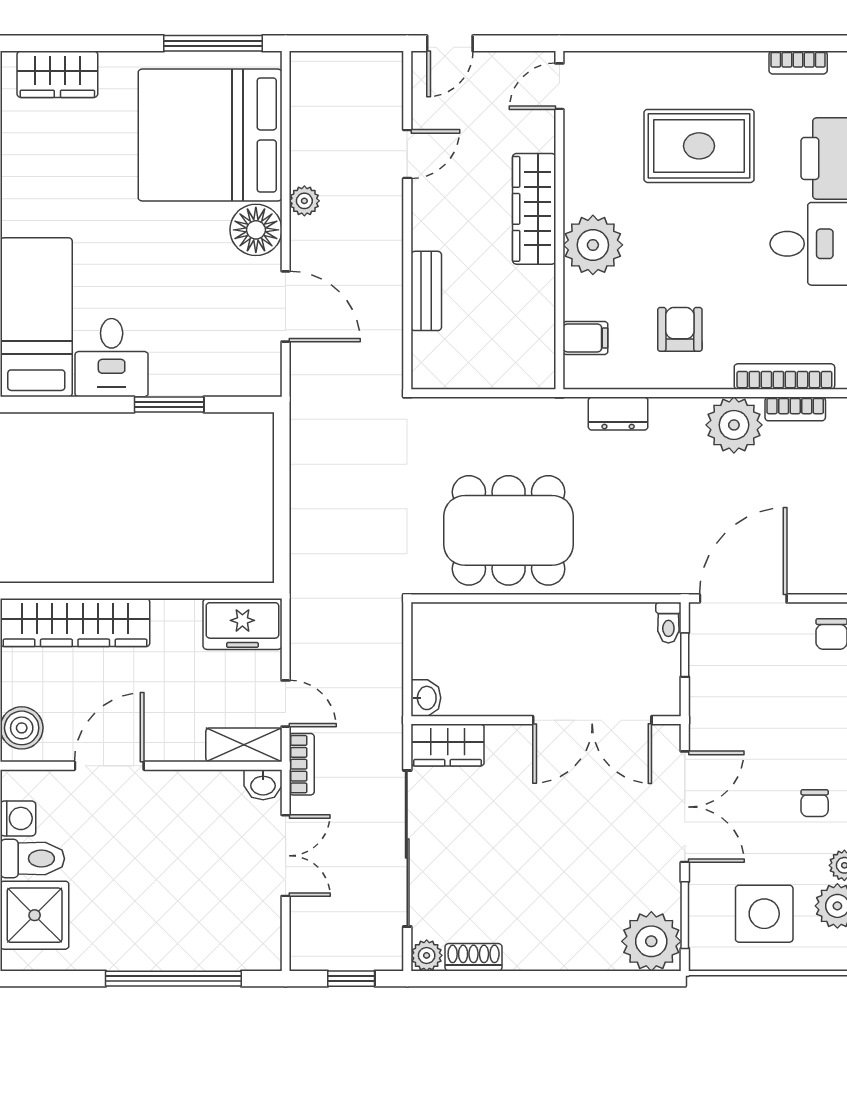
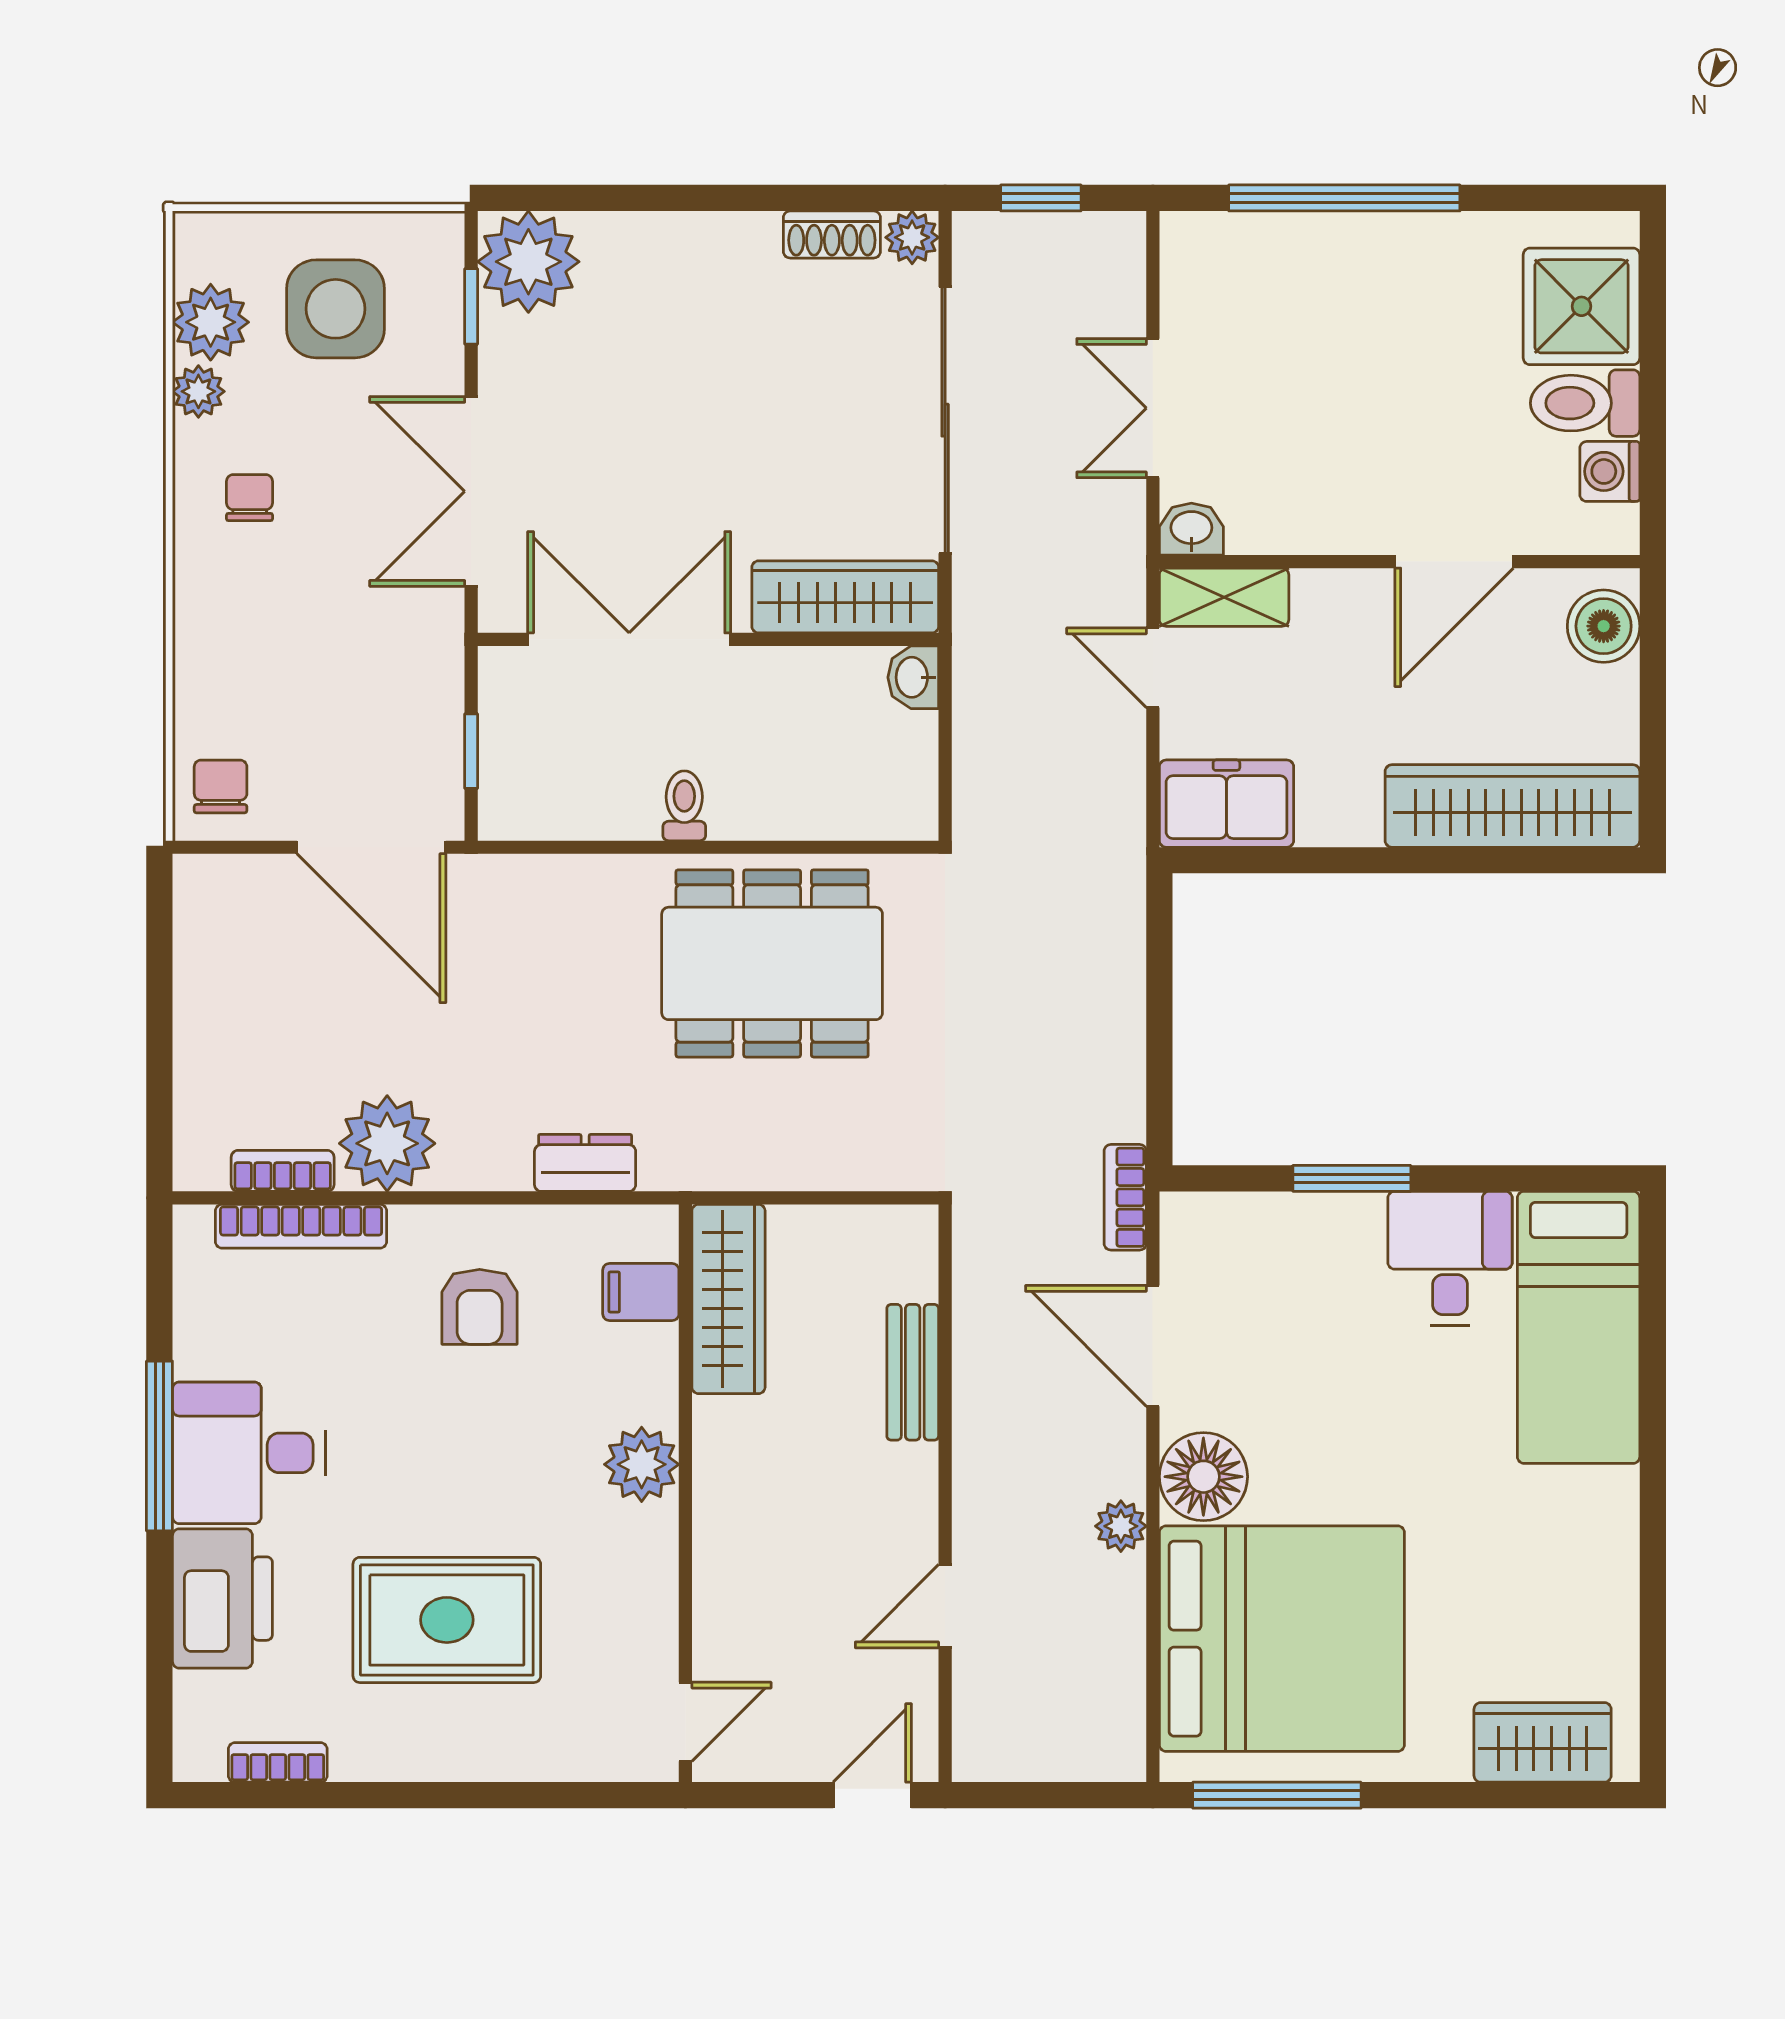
wardrobe: (534, 209) -> (728, 1299), moved
plant: (593, 245) -> (642, 1464), width x0.73, depth x0.73
door: (743, 598) -> (371, 847), hinge flipped
toilet: (668, 623) -> (684, 806), moved
wardrobe: (448, 745) -> (845, 597), width x1.50
bookcase: (302, 764) -> (1125, 1197), moved
window: (685, 915) -> (471, 306), width x0.67

